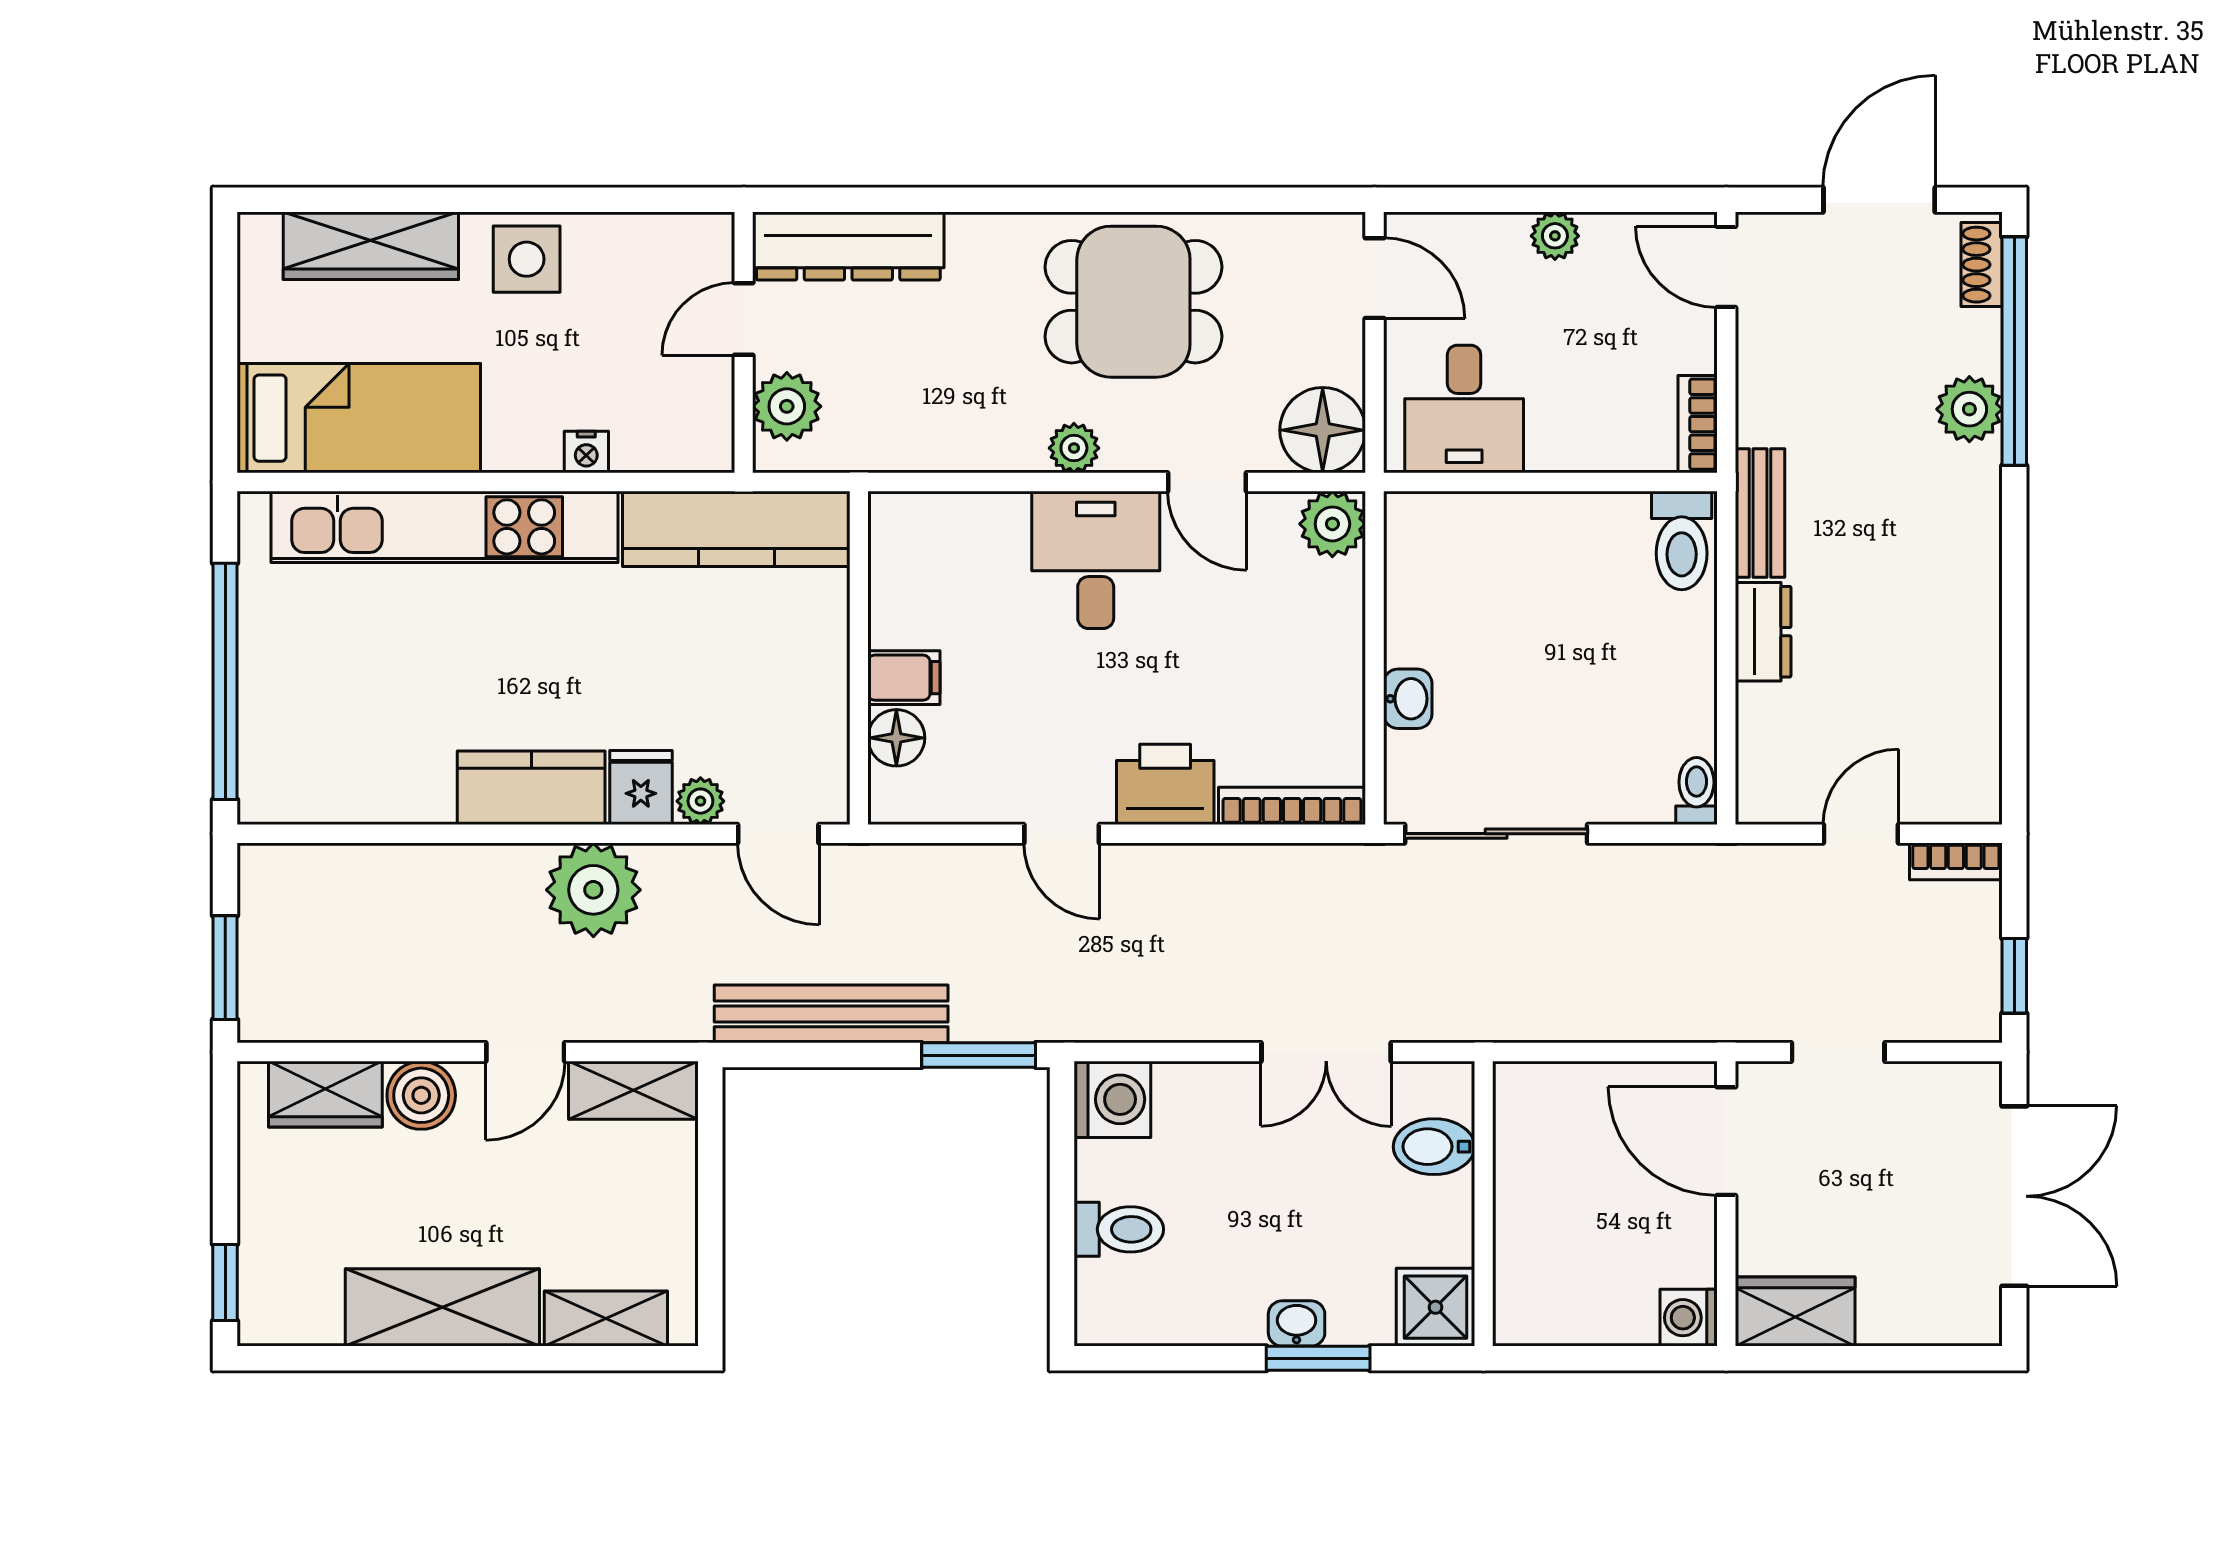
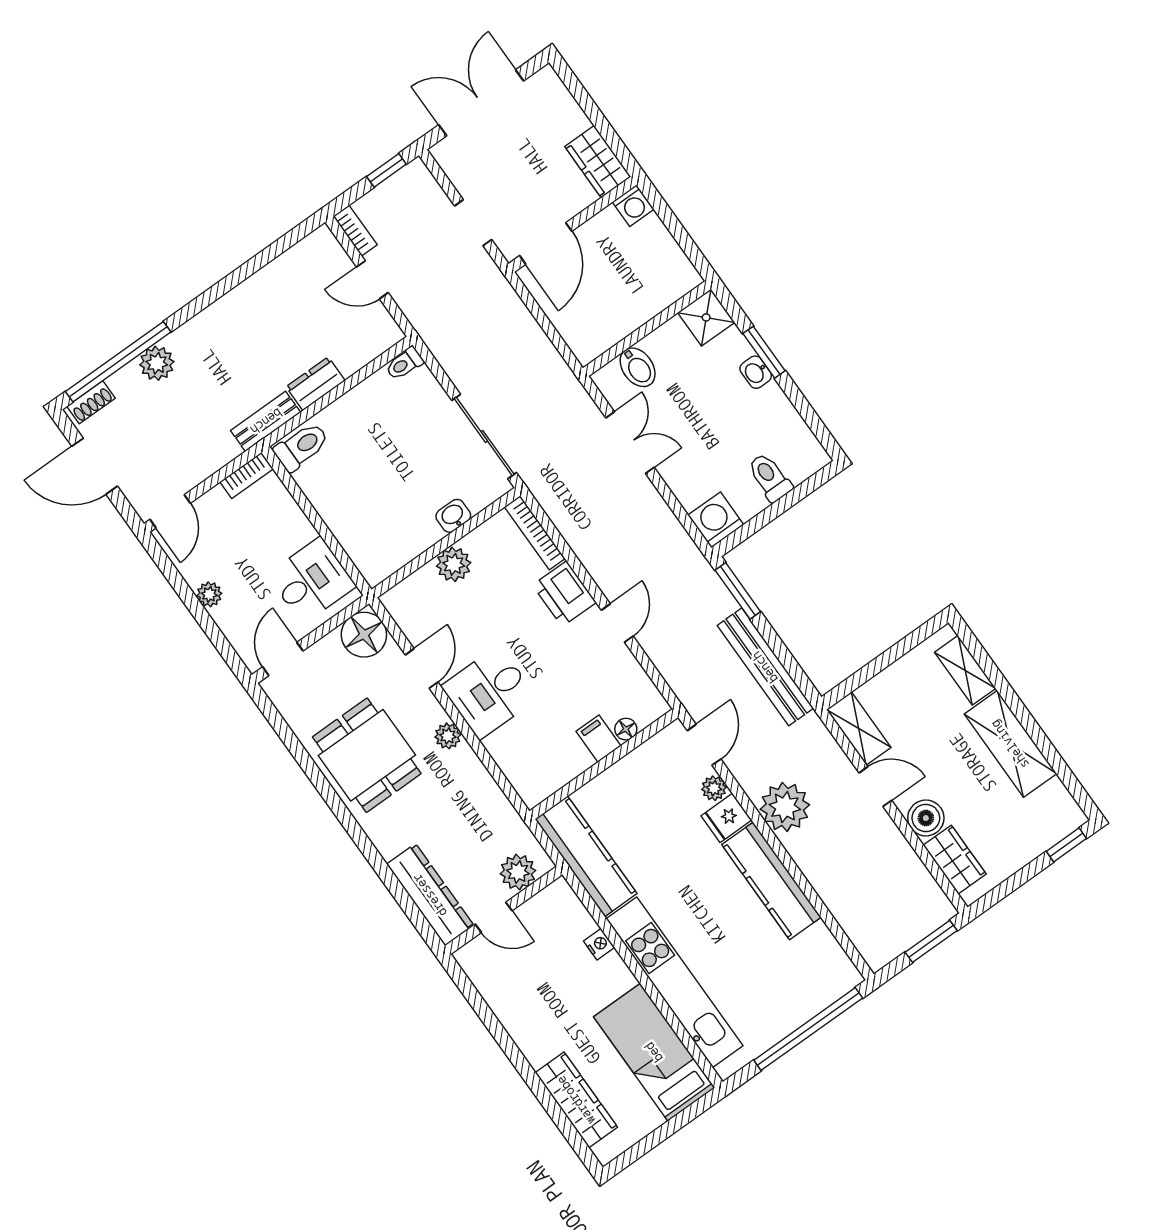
side table: (527, 259) -> (534, 1029), removed
plant: (1332, 524) -> (454, 564), moved
floor lamp: (896, 738) -> (626, 729), width x0.73, depth x0.73
kitchen counter: (531, 788) -> (771, 881), width x1.50

